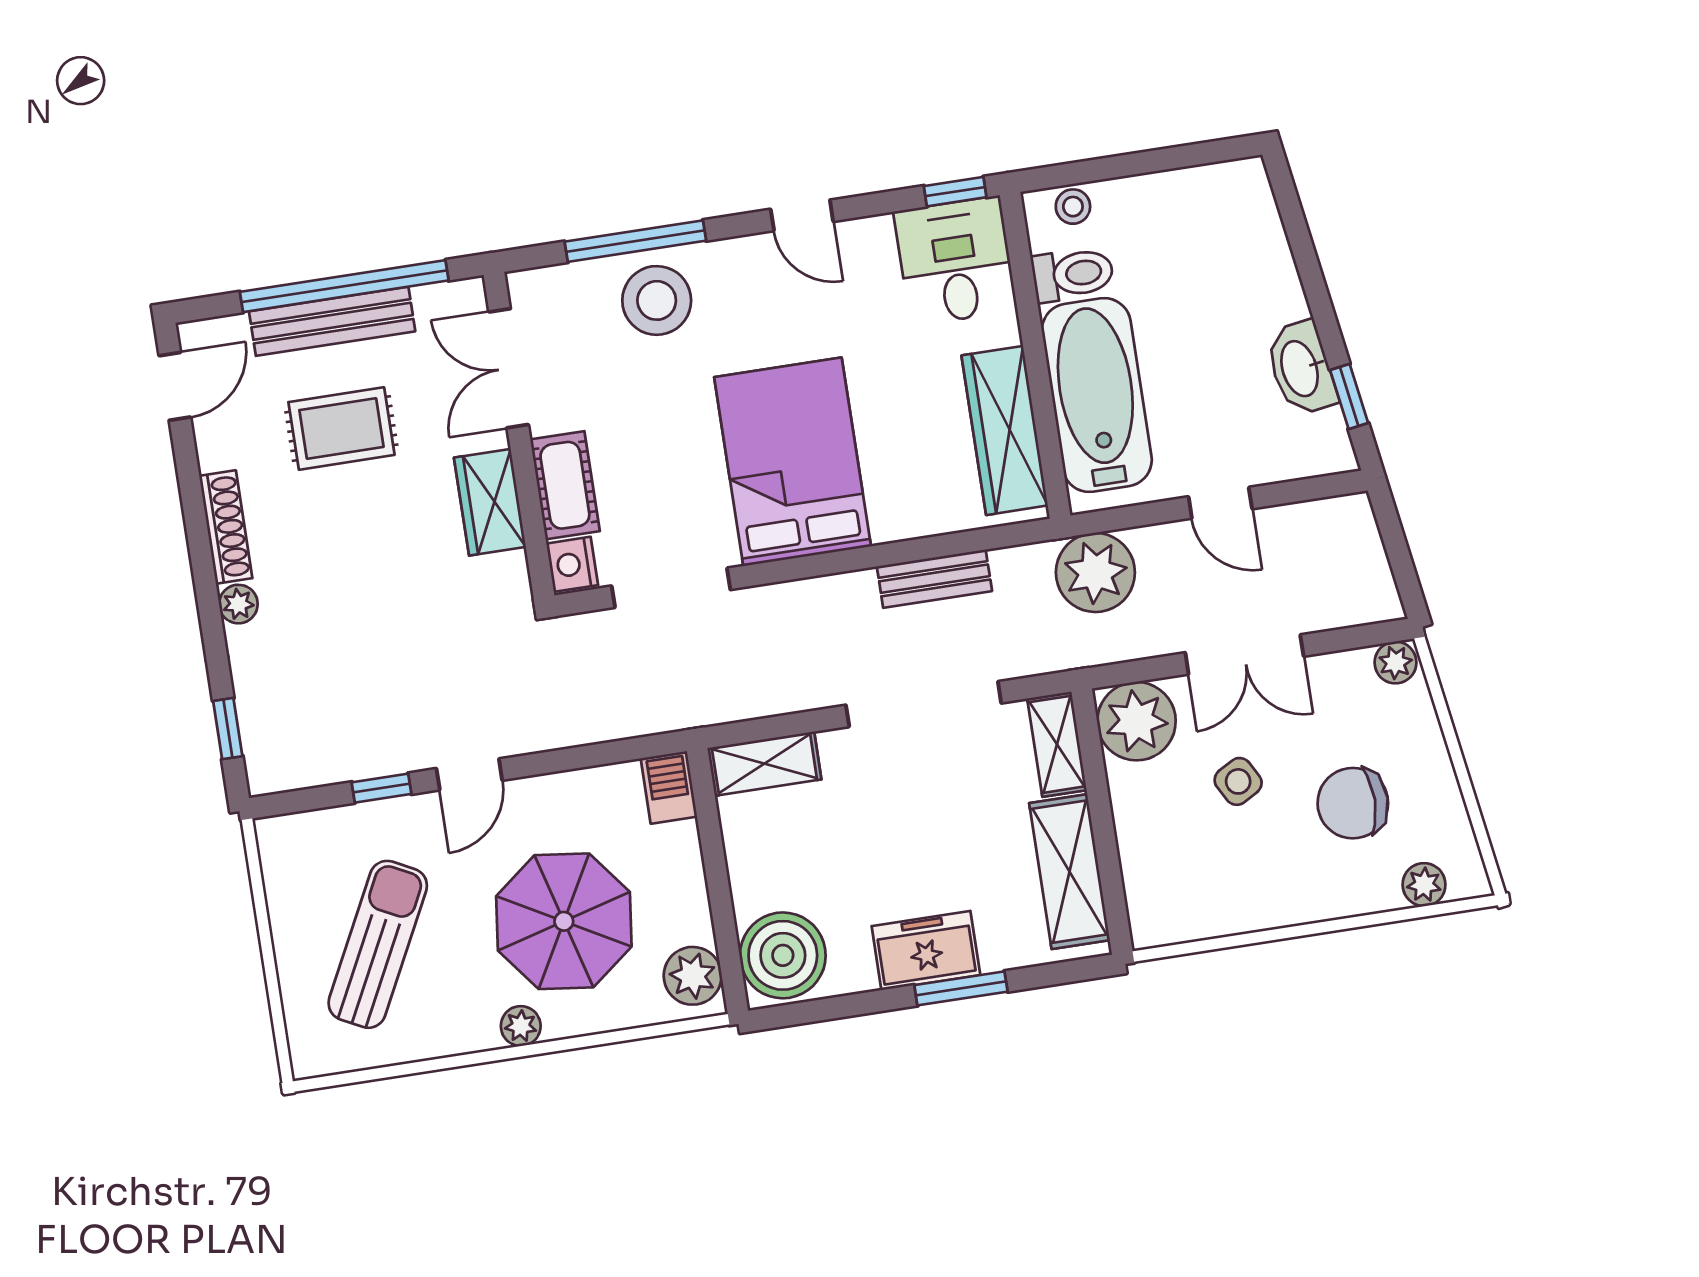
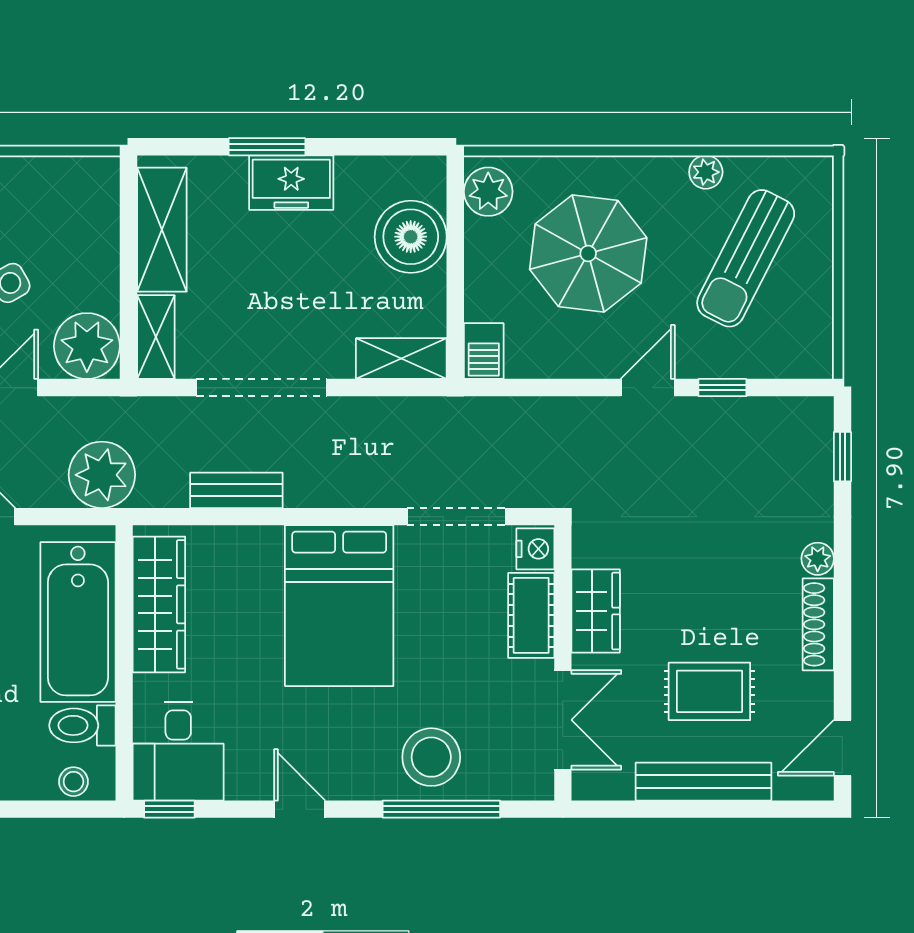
window: (344, 286) -> (689, 809), removed
boiler: (783, 955) -> (411, 237), moved
plant: (521, 1026) -> (706, 172), moved

